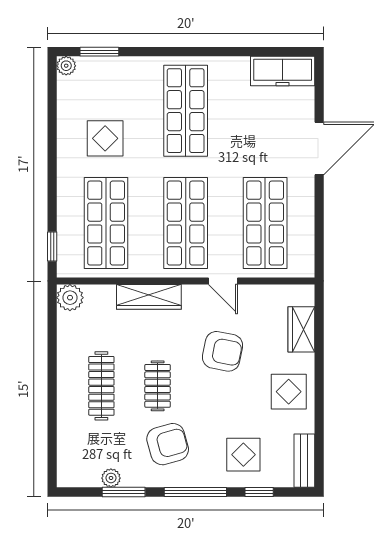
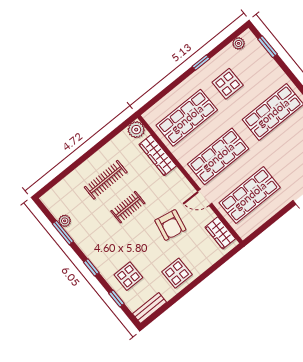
plant: (66, 66) -> (239, 43), moved
window: (52, 247) -> (201, 63), moved
door: (223, 281) -> (205, 197), hinge flipped
wardrobe: (149, 297) -> (158, 155), moved
wardrobe: (301, 329) -> (220, 233), moved, turned -90
armchair: (168, 444) -> (104, 235), removed
window: (195, 492) -> (91, 267), width x0.46

